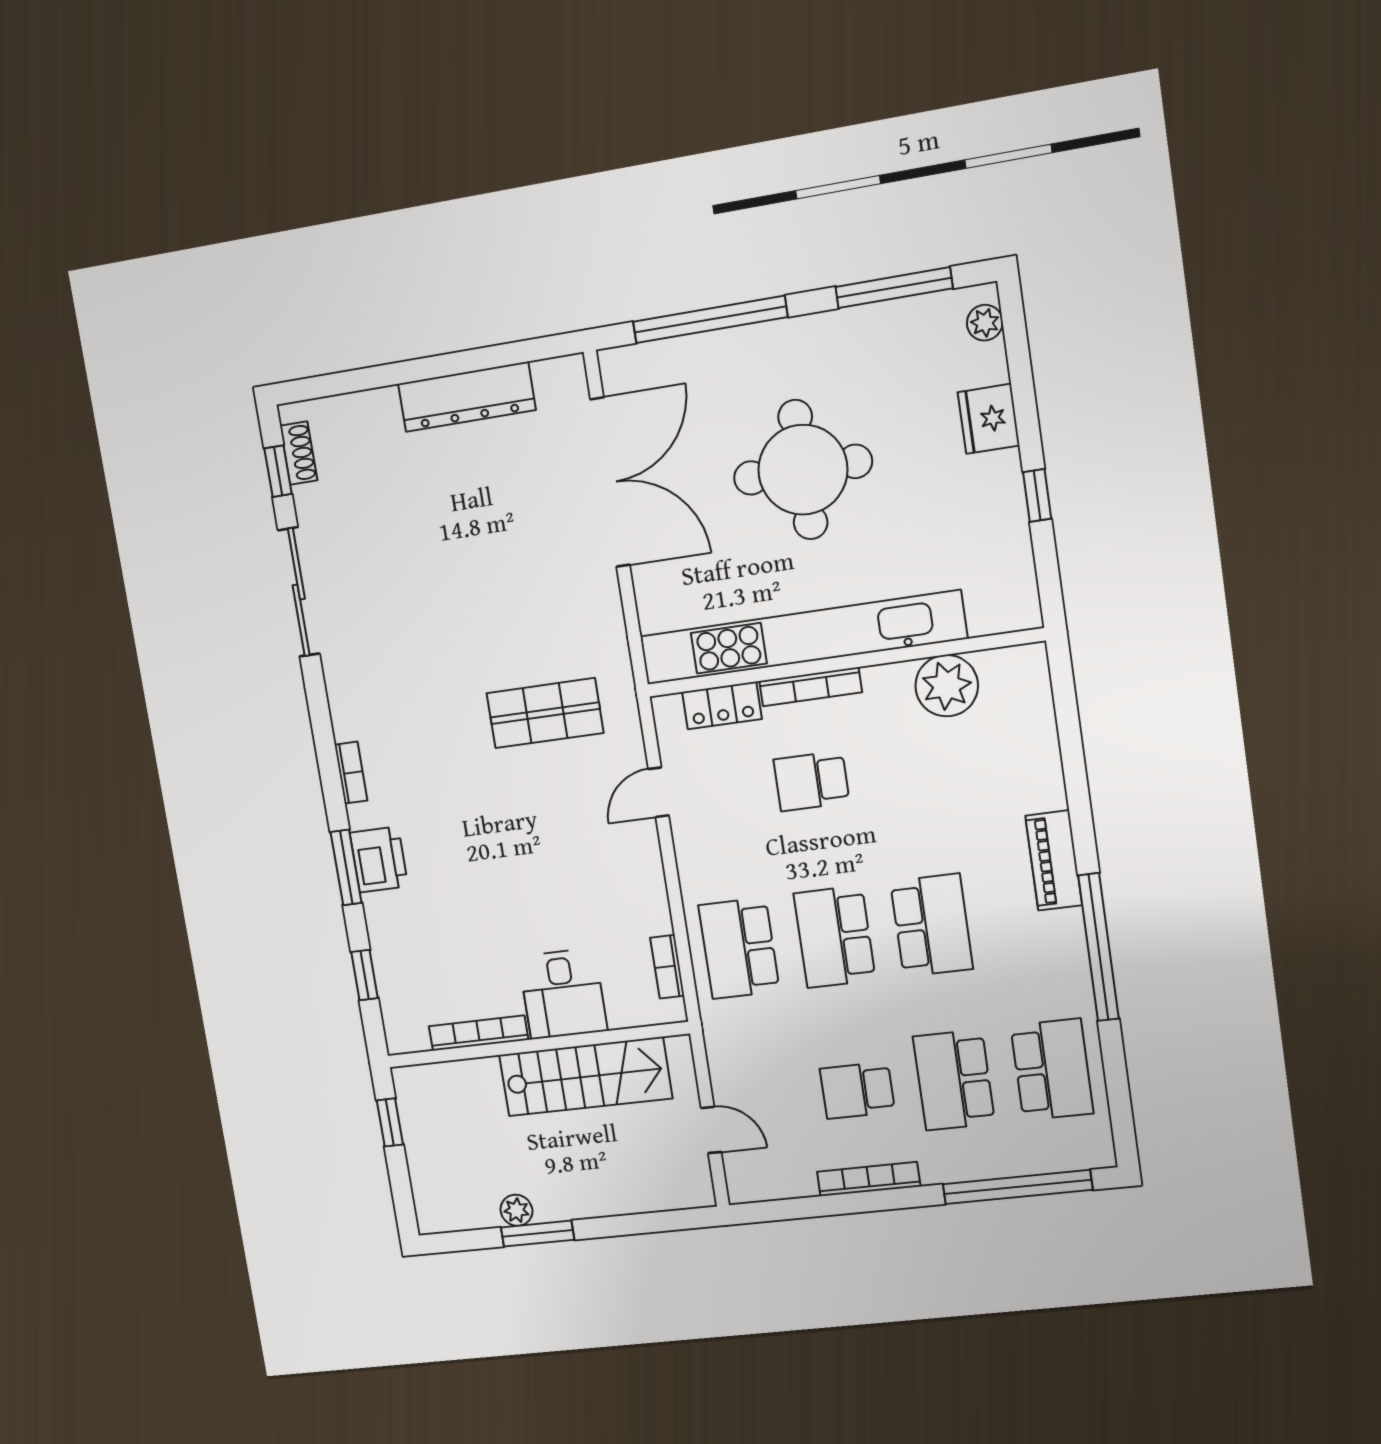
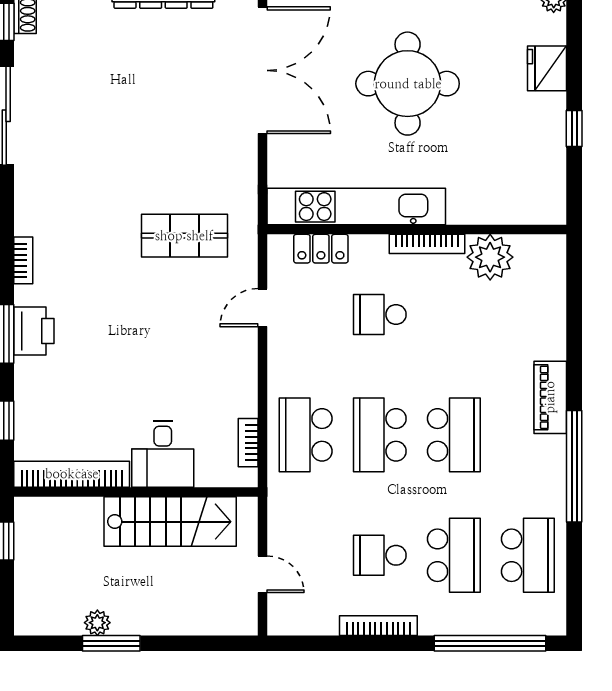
kitchen unit: (802, 638) -> (356, 207), width x0.73
bookcase: (811, 687) -> (427, 244), moved
bookcase: (478, 1033) -> (72, 474), width x1.48, depth x1.31
school desk: (954, 1080) -> (454, 555), turned 180

